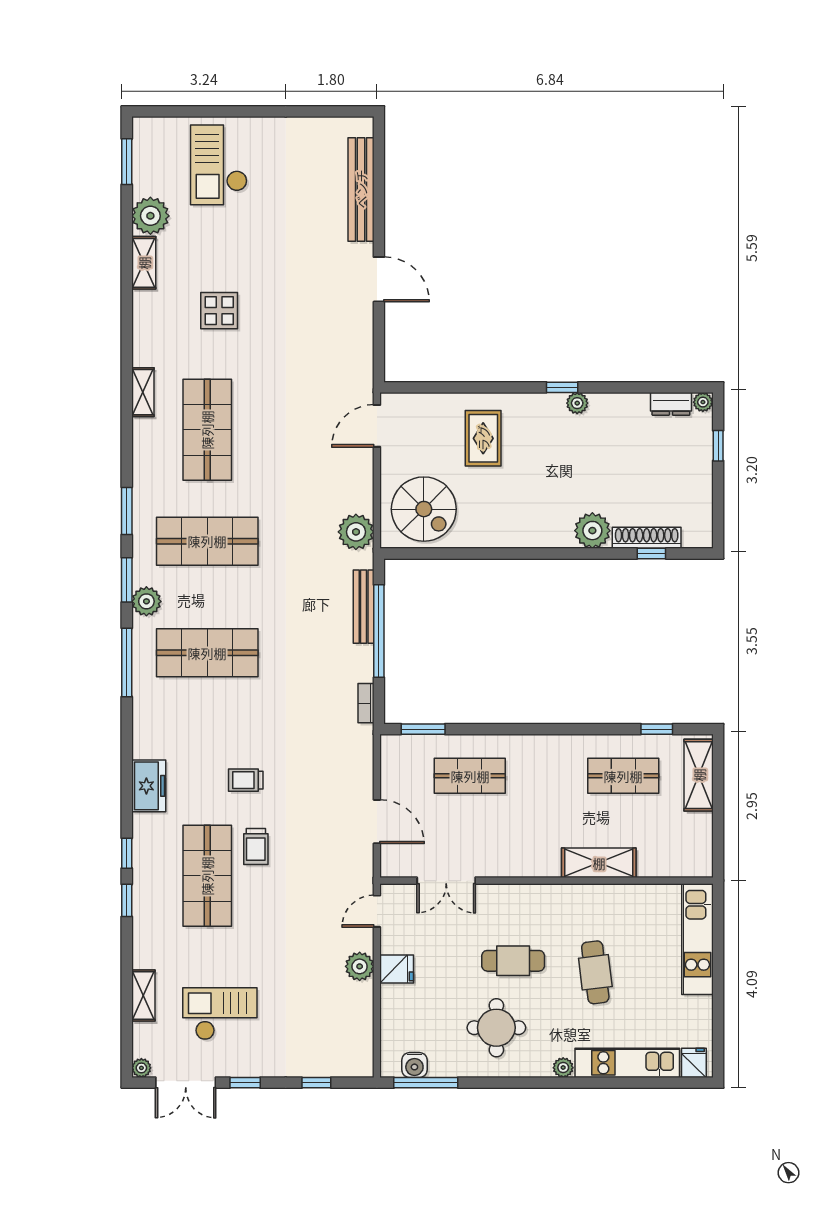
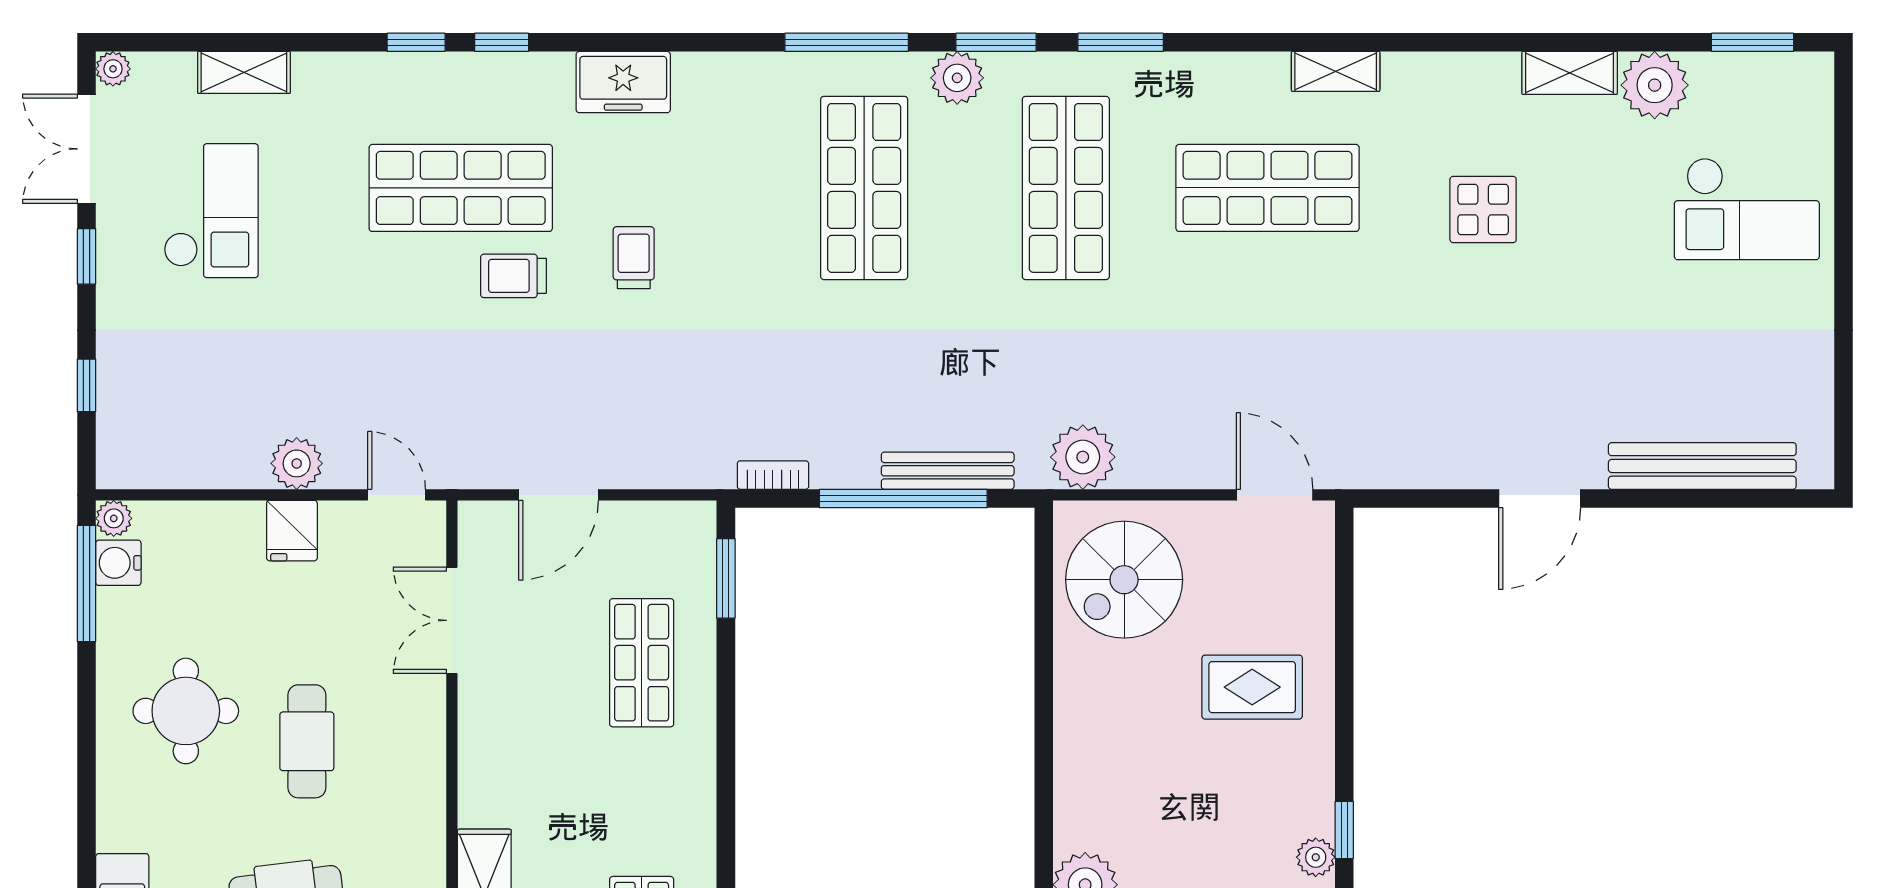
checkout: (219, 165) -> (1747, 209), turned 180
plant: (563, 1068) -> (114, 518), moved

